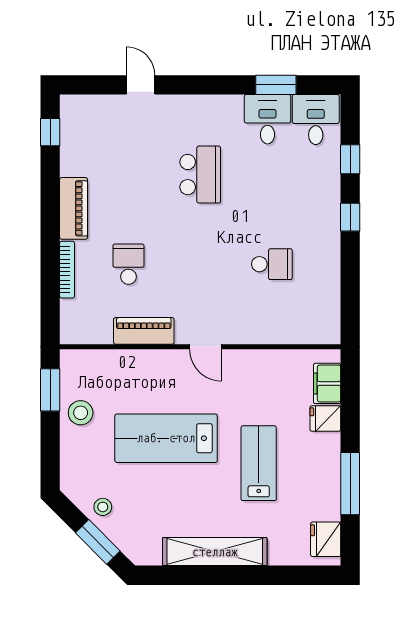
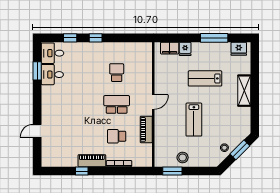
window: (50, 132) -> (82, 171), moved
school desk: (200, 175) -> (117, 104), moved
lab bench: (166, 438) -> (194, 120), width x0.73, depth x0.72
shelving: (215, 552) -> (244, 91), width x0.68

